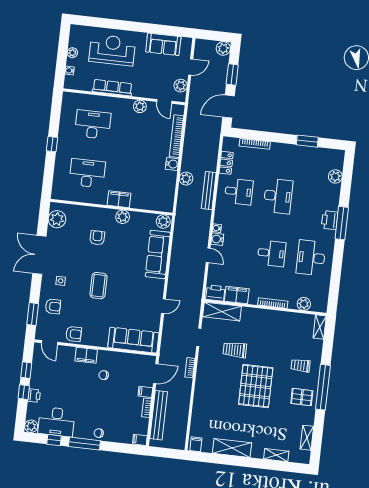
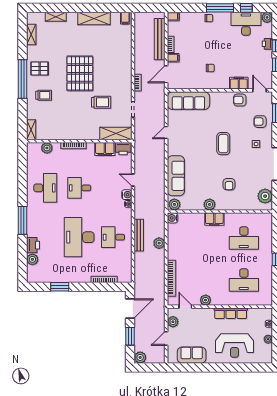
locker: (226, 163) -> (127, 260), removed
water cooler: (172, 164) -> (173, 218), moved
desk: (278, 196) -> (79, 237), width x1.36, depth x1.30
printer: (330, 220) -> (33, 245), moved
filing cabinet: (86, 355) -> (239, 83), moved

